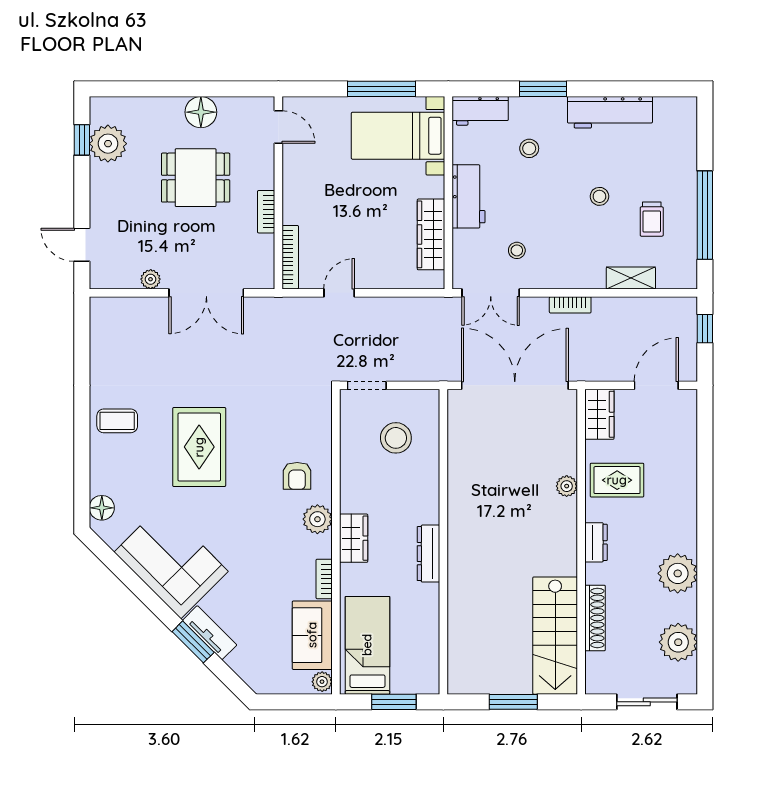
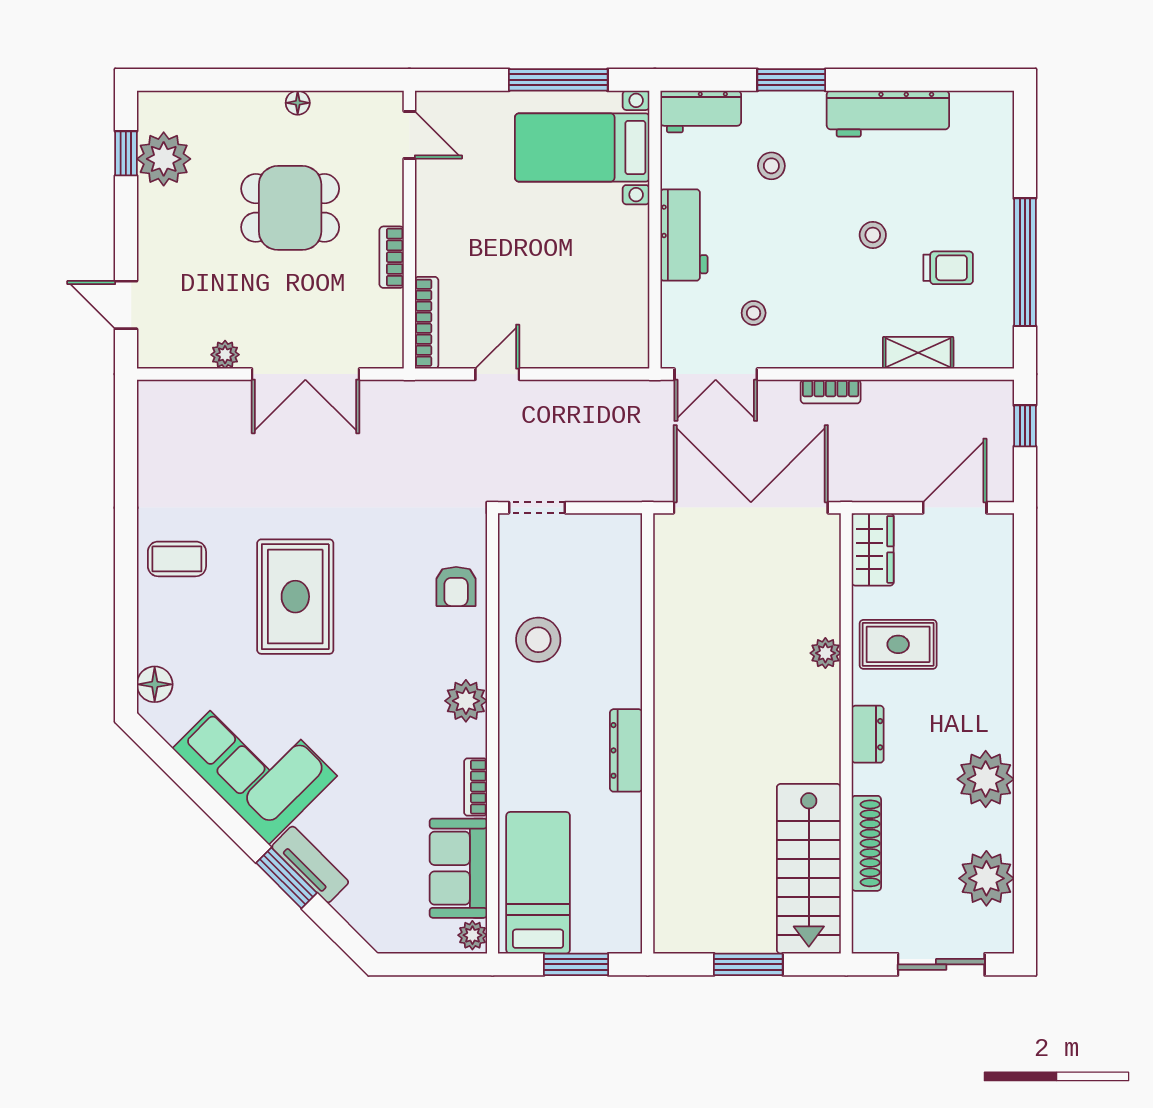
floor lamp: (201, 112) -> (298, 103), width x0.53, depth x0.53
trolley: (652, 219) -> (948, 268), turned -90
wardrobe: (431, 234) -> (630, 290), removed
stool: (396, 438) -> (538, 640), moved
armchair: (297, 476) -> (456, 586), moved
wardrobe: (354, 538) -> (518, 728), removed

